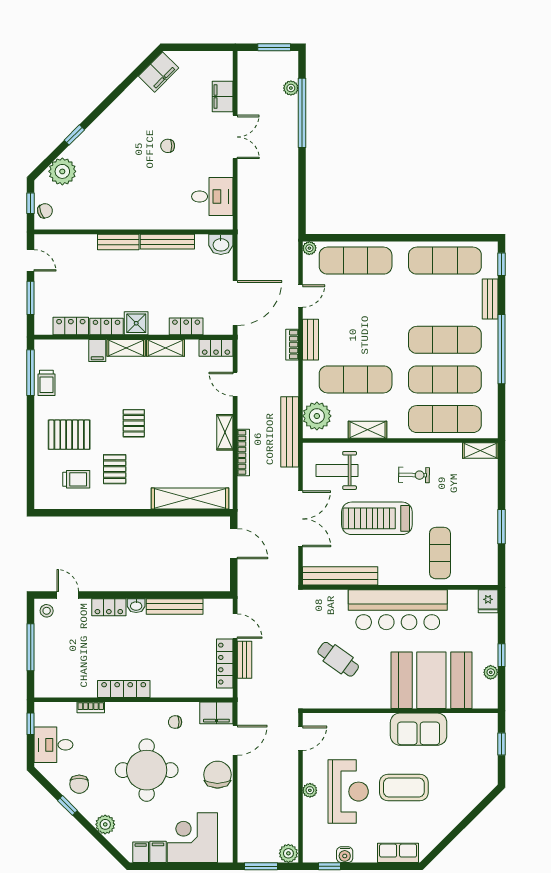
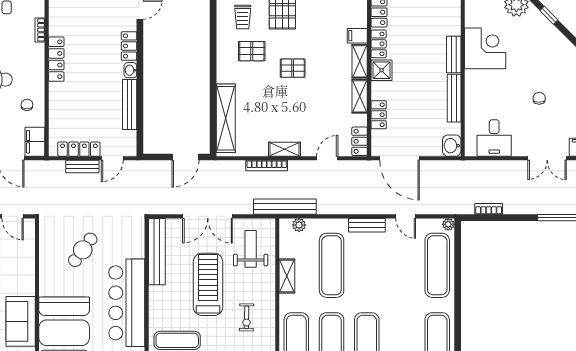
corner desk: (111, 207) -> (485, 48), added
bookcase: (292, 345) -> (489, 209), moved
plant: (317, 416) -> (299, 225), width x0.53, depth x0.53

